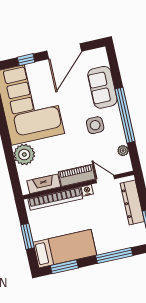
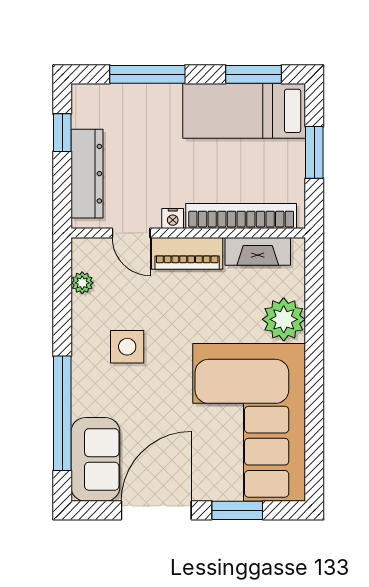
window: (26, 60) -> (237, 510), width x1.50
sofa: (102, 87) -> (95, 459), moved
window: (125, 115) -> (62, 413), moved

